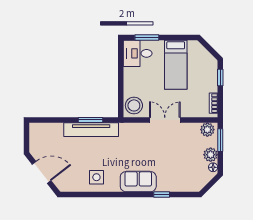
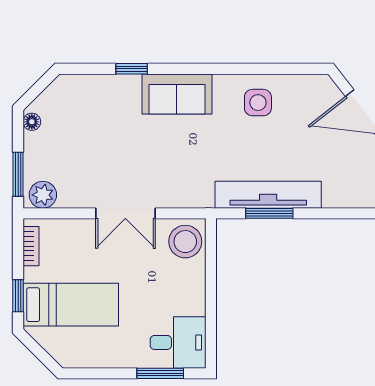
bed: (176, 65) -> (71, 305), moved, turned 90
plant: (211, 155) -> (37, 146), removed

